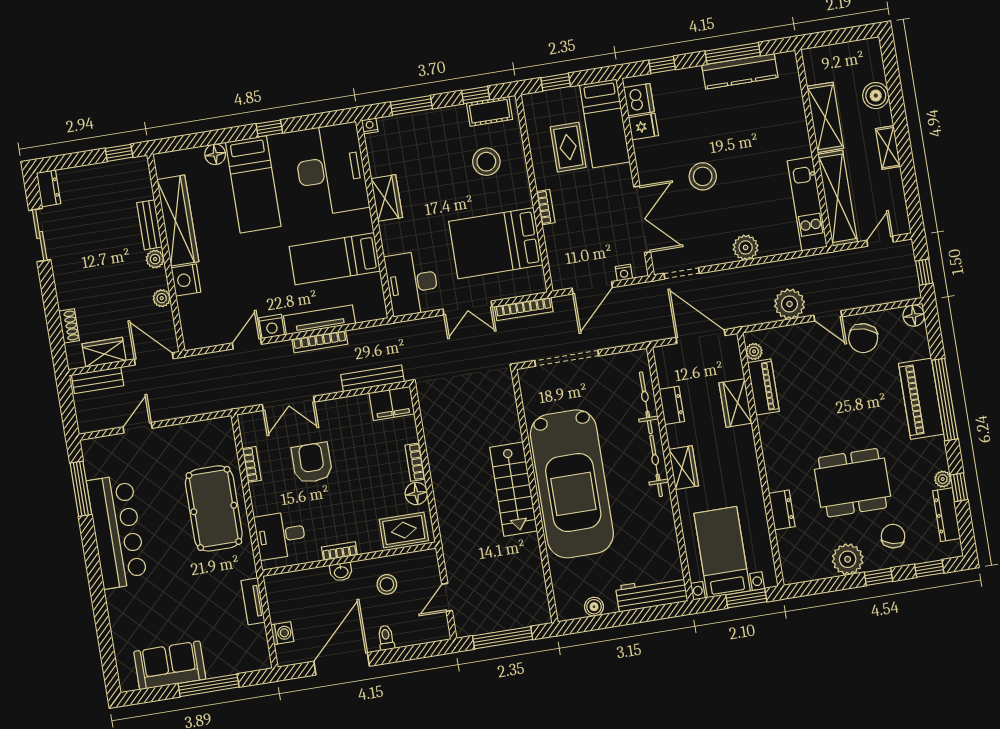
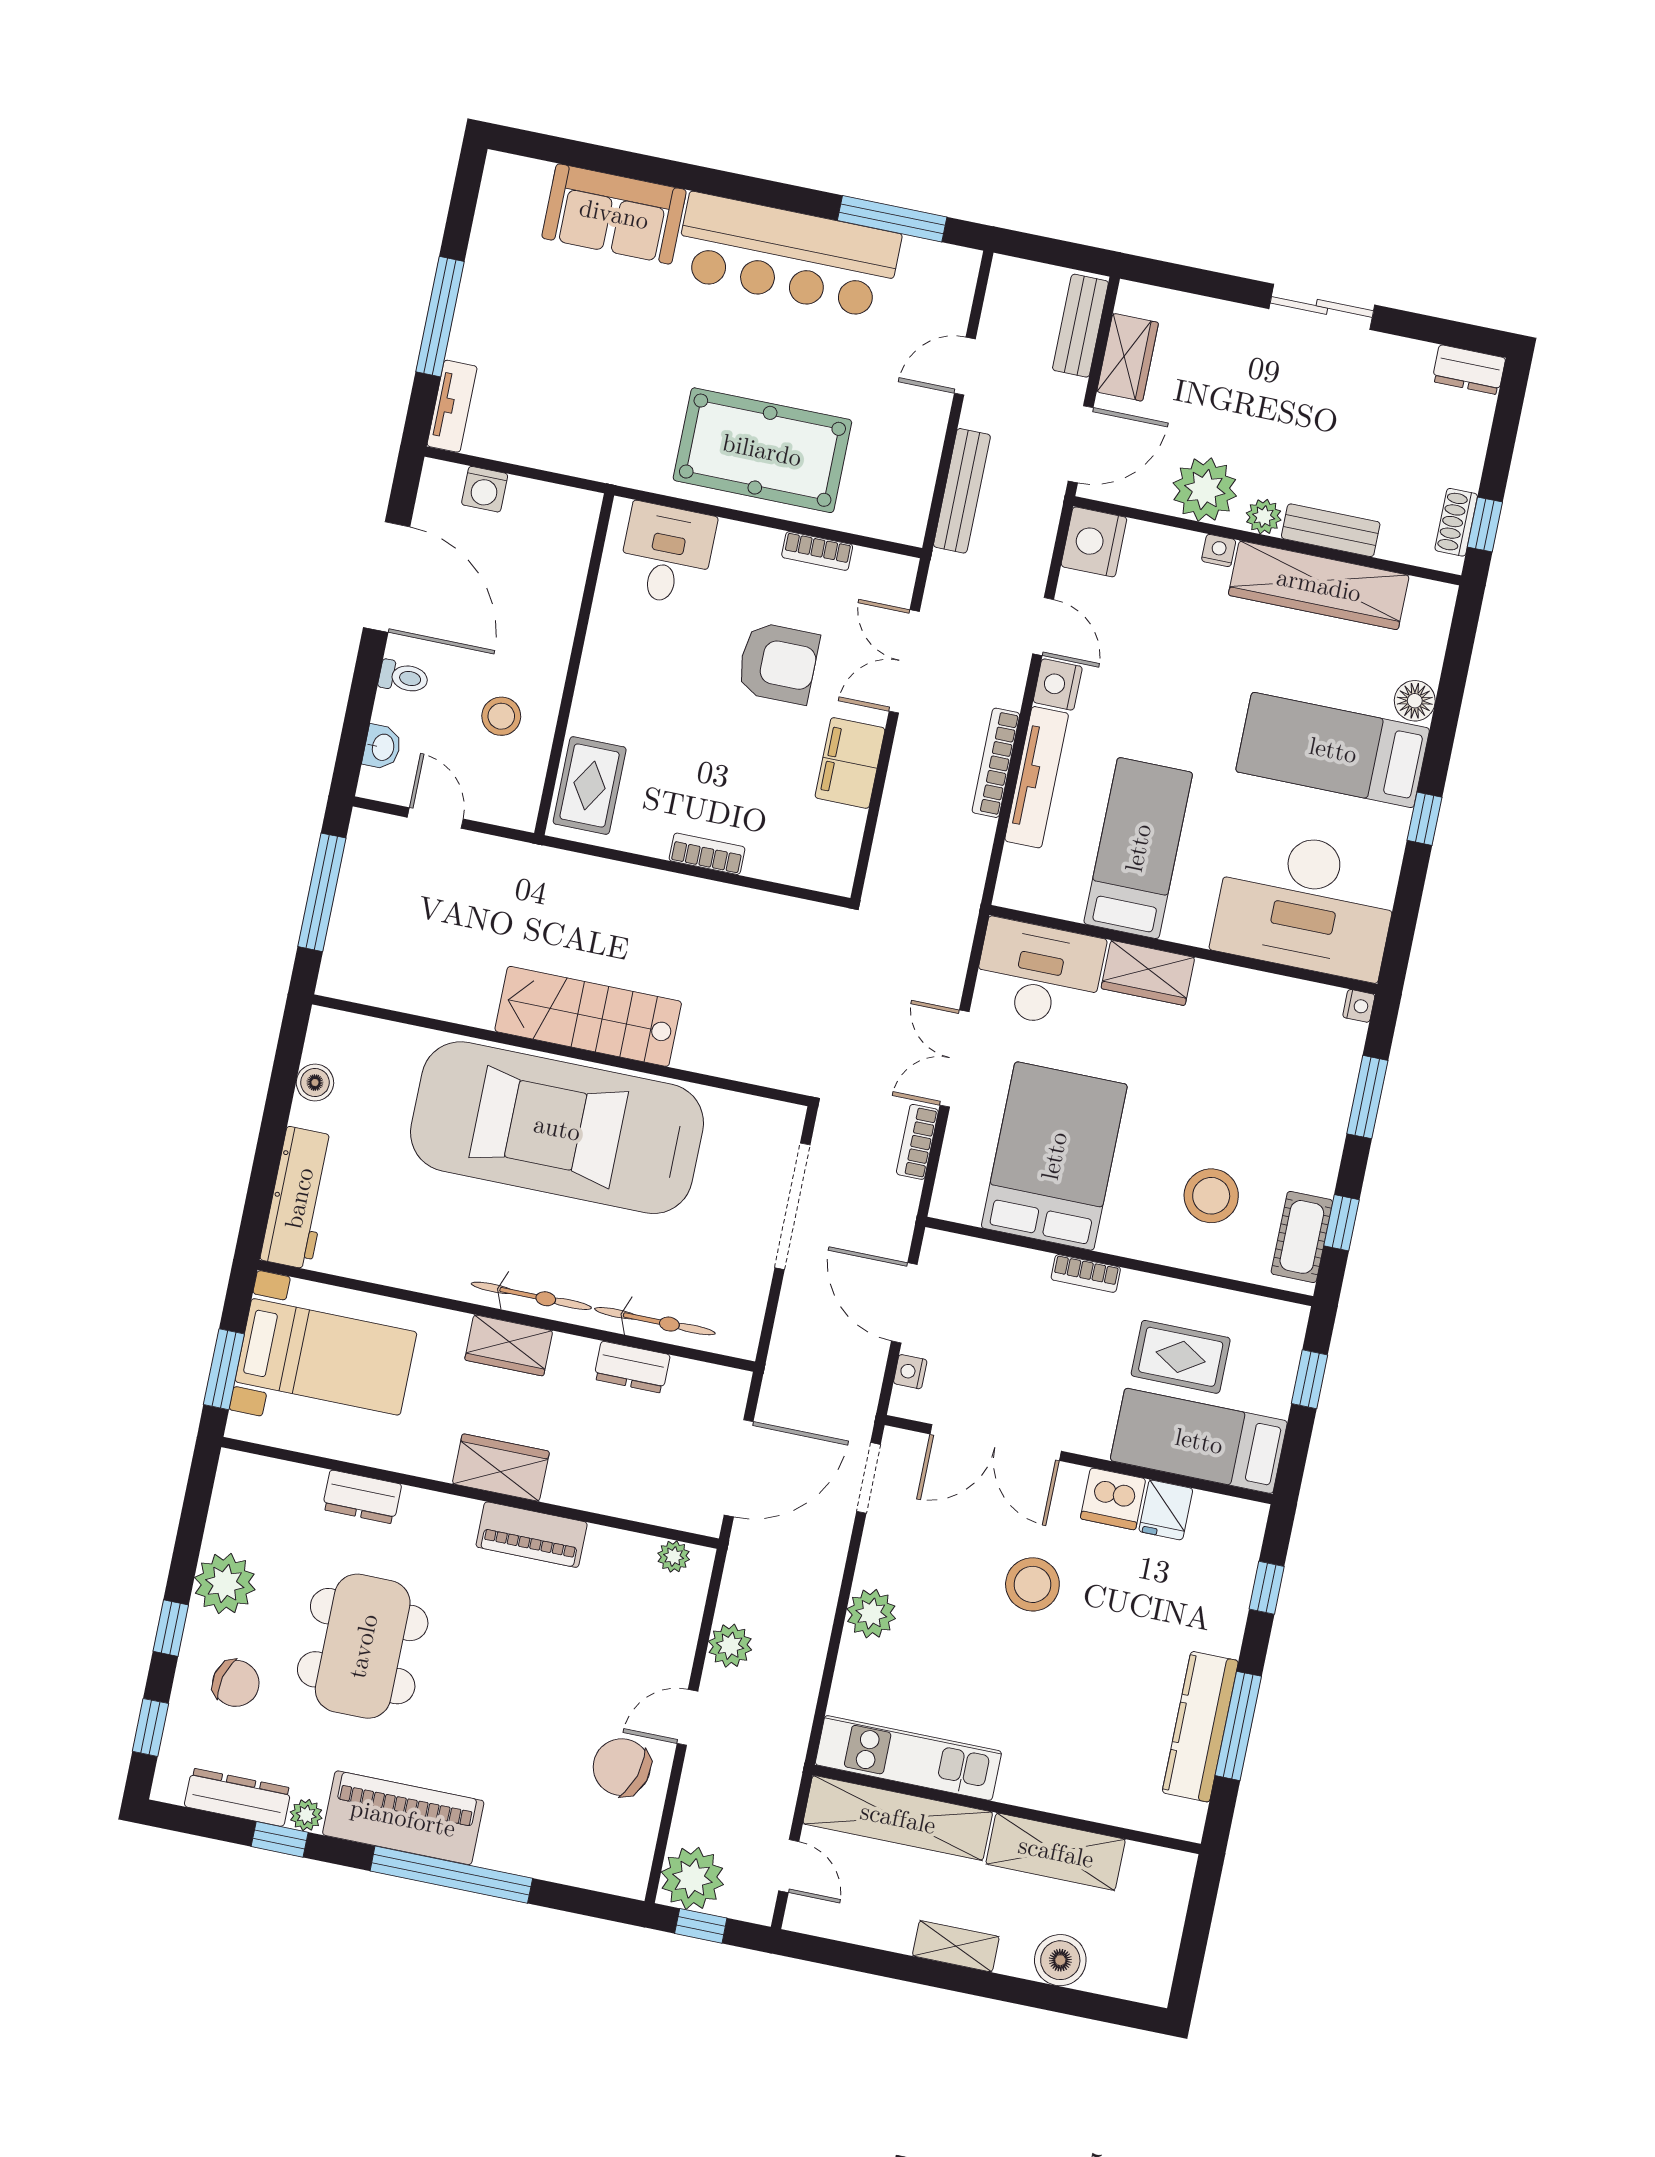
dishwasher: (639, 100) -> (1113, 1499), moved
wardrobe: (387, 198) -> (1148, 973), moved
sliding door: (40, 235) -> (1322, 307), moved
nightstand: (186, 280) -> (1219, 550), width x0.53, depth x0.56
plant: (903, 285) -> (692, 1878), added
plant: (162, 298) -> (1205, 490), width x1.88, depth x1.88
plant: (790, 304) -> (730, 1646), width x0.73, depth x0.73
bookcase: (524, 309) -> (917, 1142), width x0.64
floor lamp: (914, 316) -> (628, 1876), removed
shoe rack: (69, 326) -> (1456, 522), moved, turned 90
nightstand: (198, 335) -> (1094, 542), added
bench: (373, 378) -> (962, 491), moved
piano: (763, 387) -> (532, 1535), moved
piano: (921, 399) -> (403, 1818), moved
filing cabinet: (392, 403) -> (850, 763), moved
wardrobe: (735, 403) -> (501, 1468), moved
door: (138, 428) -> (965, 366), swing flipped
floor lamp: (416, 494) -> (648, 834), removed
bookcase: (339, 551) -> (596, 652), removed
washbasin: (341, 572) -> (382, 747), moved, turned 180
tv unit: (253, 601) -> (452, 406), moved, turned 90
sofa: (170, 665) -> (614, 214), moved, turned 90

